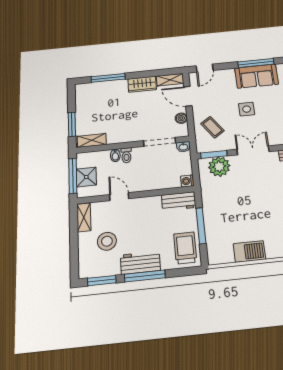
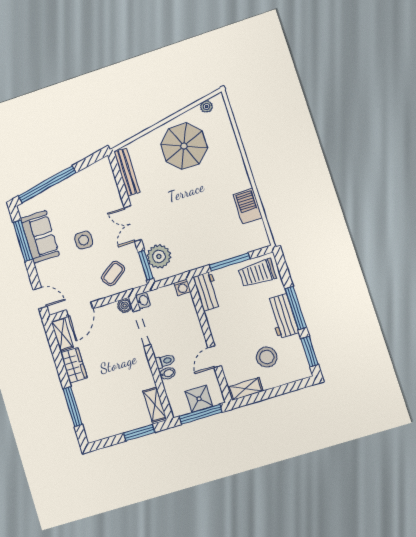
boiler: (181, 118) -> (125, 306), moved

